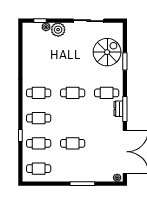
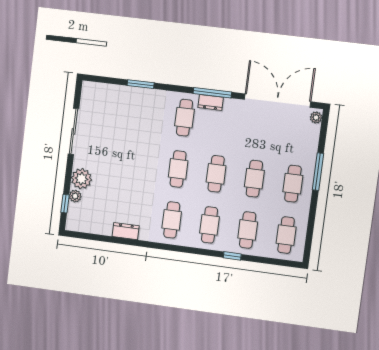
spiral stairs: (107, 52) -> (123, 109), removed
dresser: (27, 63) -> (126, 231), added
cafe table: (73, 118) -> (216, 174), added
cafe table: (73, 169) -> (293, 184), added

